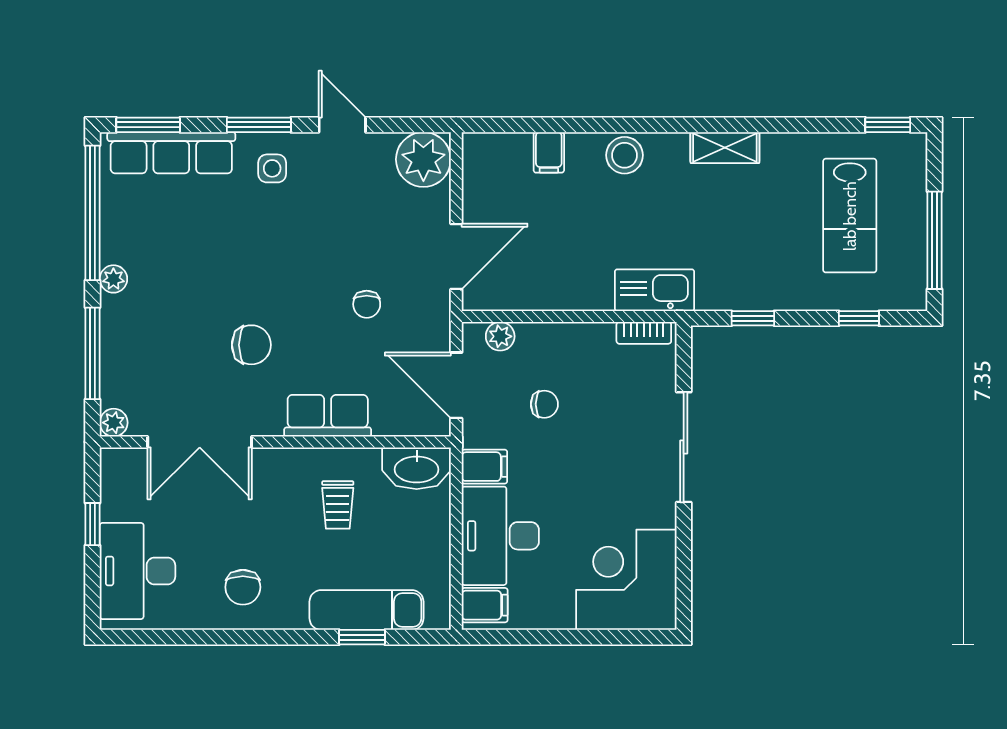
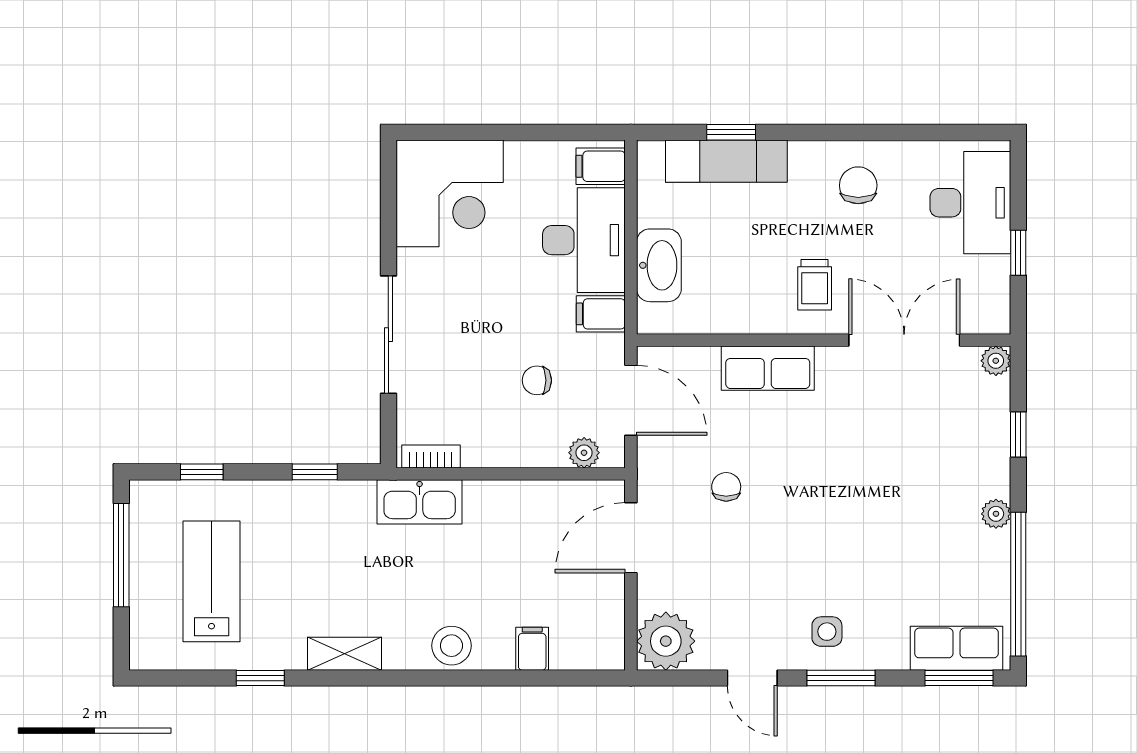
window: (888, 125) -> (260, 678), moved
row of seats: (171, 153) -> (956, 648), width x0.68
chair: (251, 345) -> (849, 444), removed
window: (93, 353) -> (1018, 435), width x0.46
washbasin: (417, 468) -> (659, 265), moved, turned 90
trolley: (338, 505) -> (815, 285), moved, turned 180

